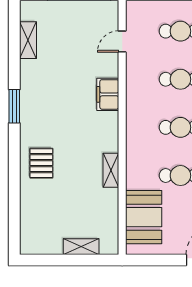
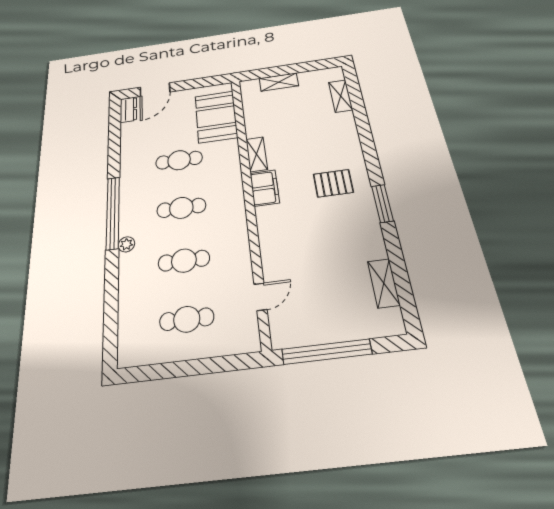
filing cabinet: (108, 94) -> (265, 188), moved
pallet: (41, 163) -> (333, 183), moved, turned 90
shelving: (28, 220) -> (341, 96), added

